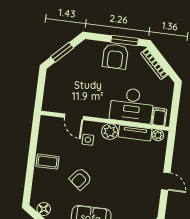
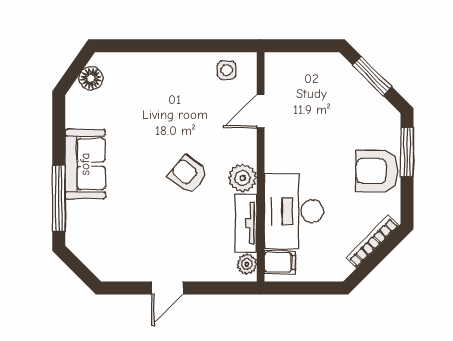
window: (125, 41) -> (407, 152), moved
side table: (88, 140) -> (227, 70), moved
coffee table: (48, 162) -> (176, 75), removed
armchair: (80, 179) -> (188, 174), moved

